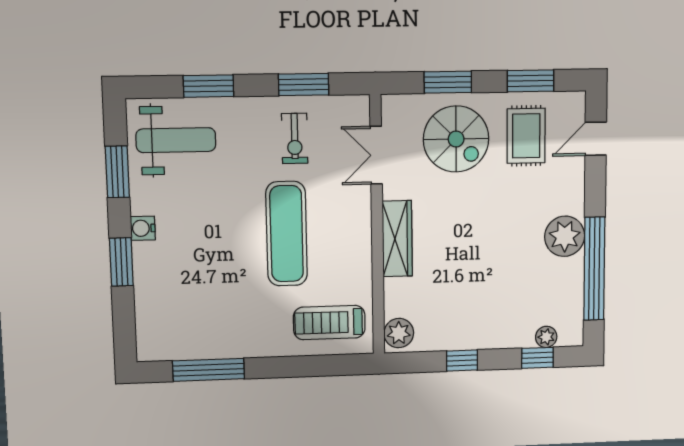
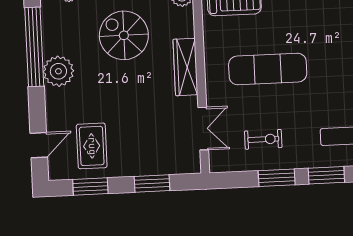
window: (304, 85) -> (277, 178), moved
exercise bike: (295, 138) -> (263, 139), turned 90
spiral stairs: (456, 139) -> (124, 35), moved
exercise mat: (287, 234) -> (268, 69), turned 90

